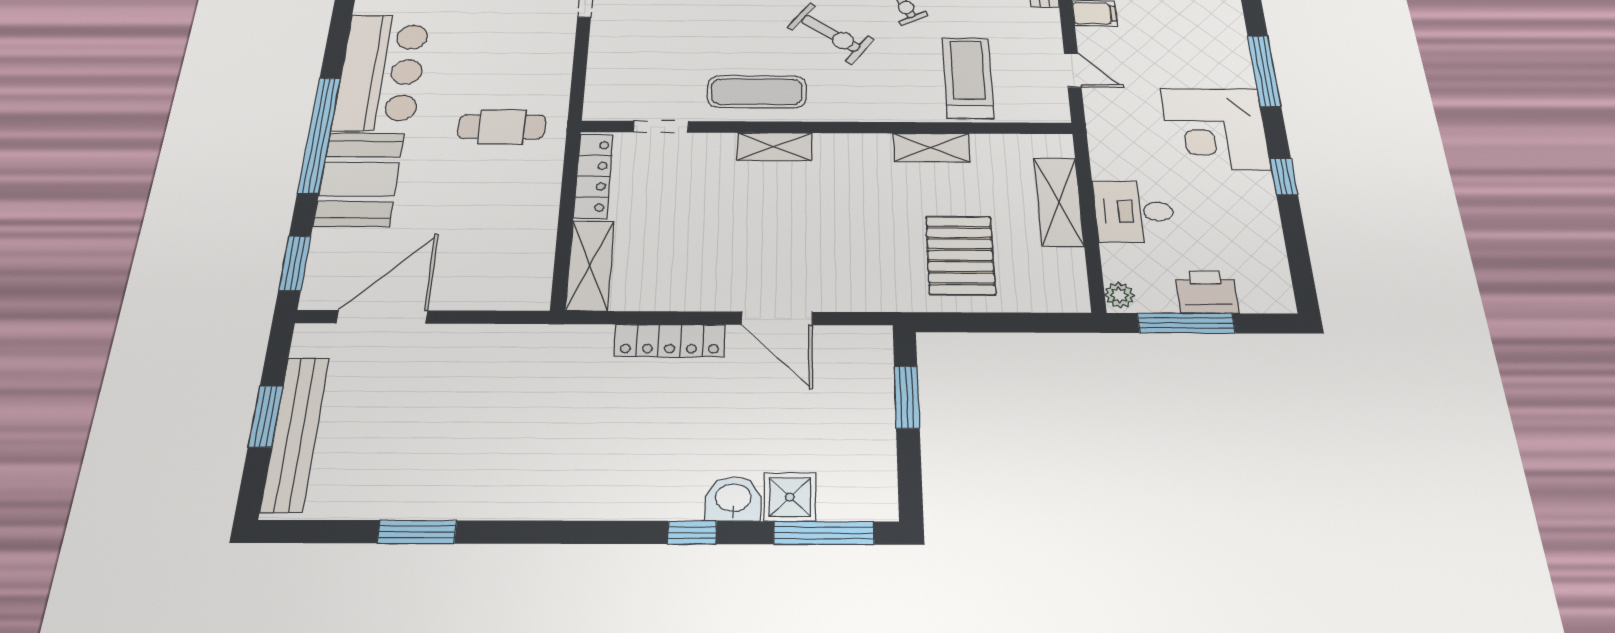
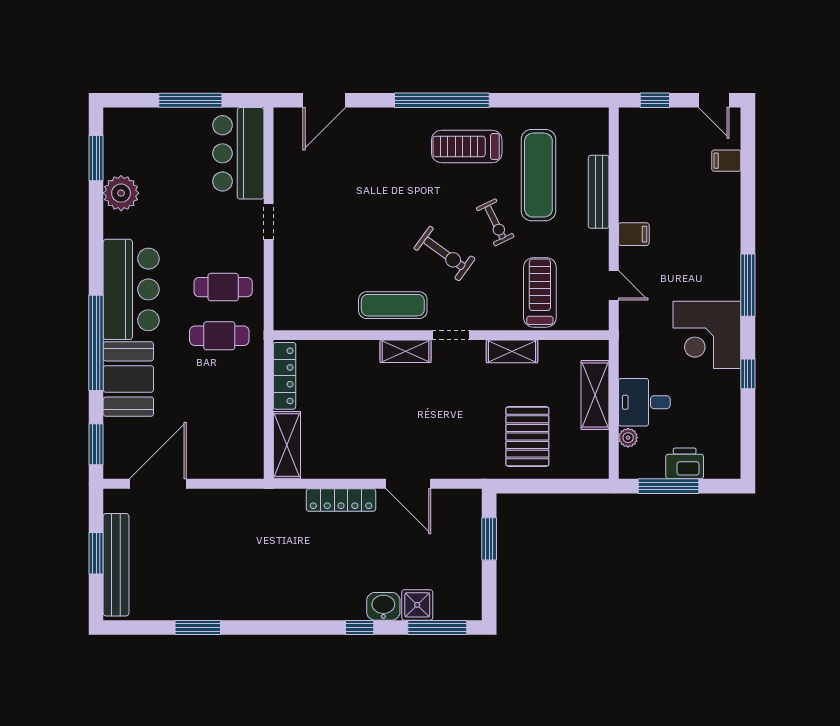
cafe table: (514, 70) -> (223, 287), added
doorway: (661, 127) -> (451, 335), moved
plant: (1119, 295) -> (628, 438), moved

